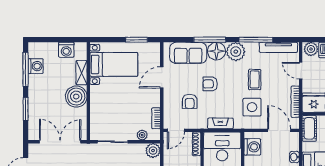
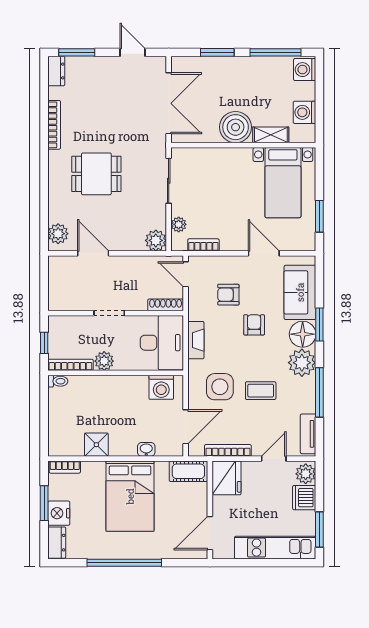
window: (210, 40) -> (319, 325), width x0.69
tv unit: (278, 47) -> (308, 434), width x0.71
washing machine: (36, 66) -> (305, 70), moved, turned 90

